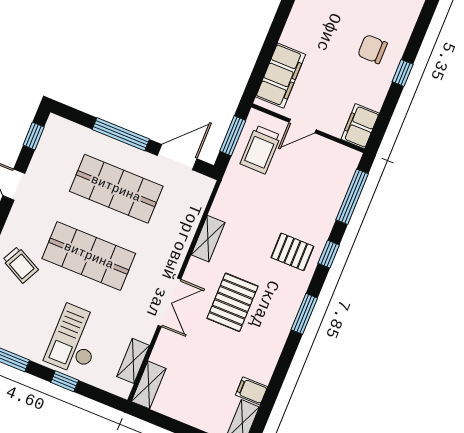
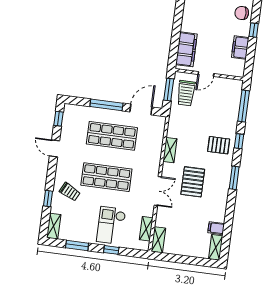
chair: (373, 49) -> (242, 13), moved
filing cabinet: (360, 126) -> (240, 47), moved

